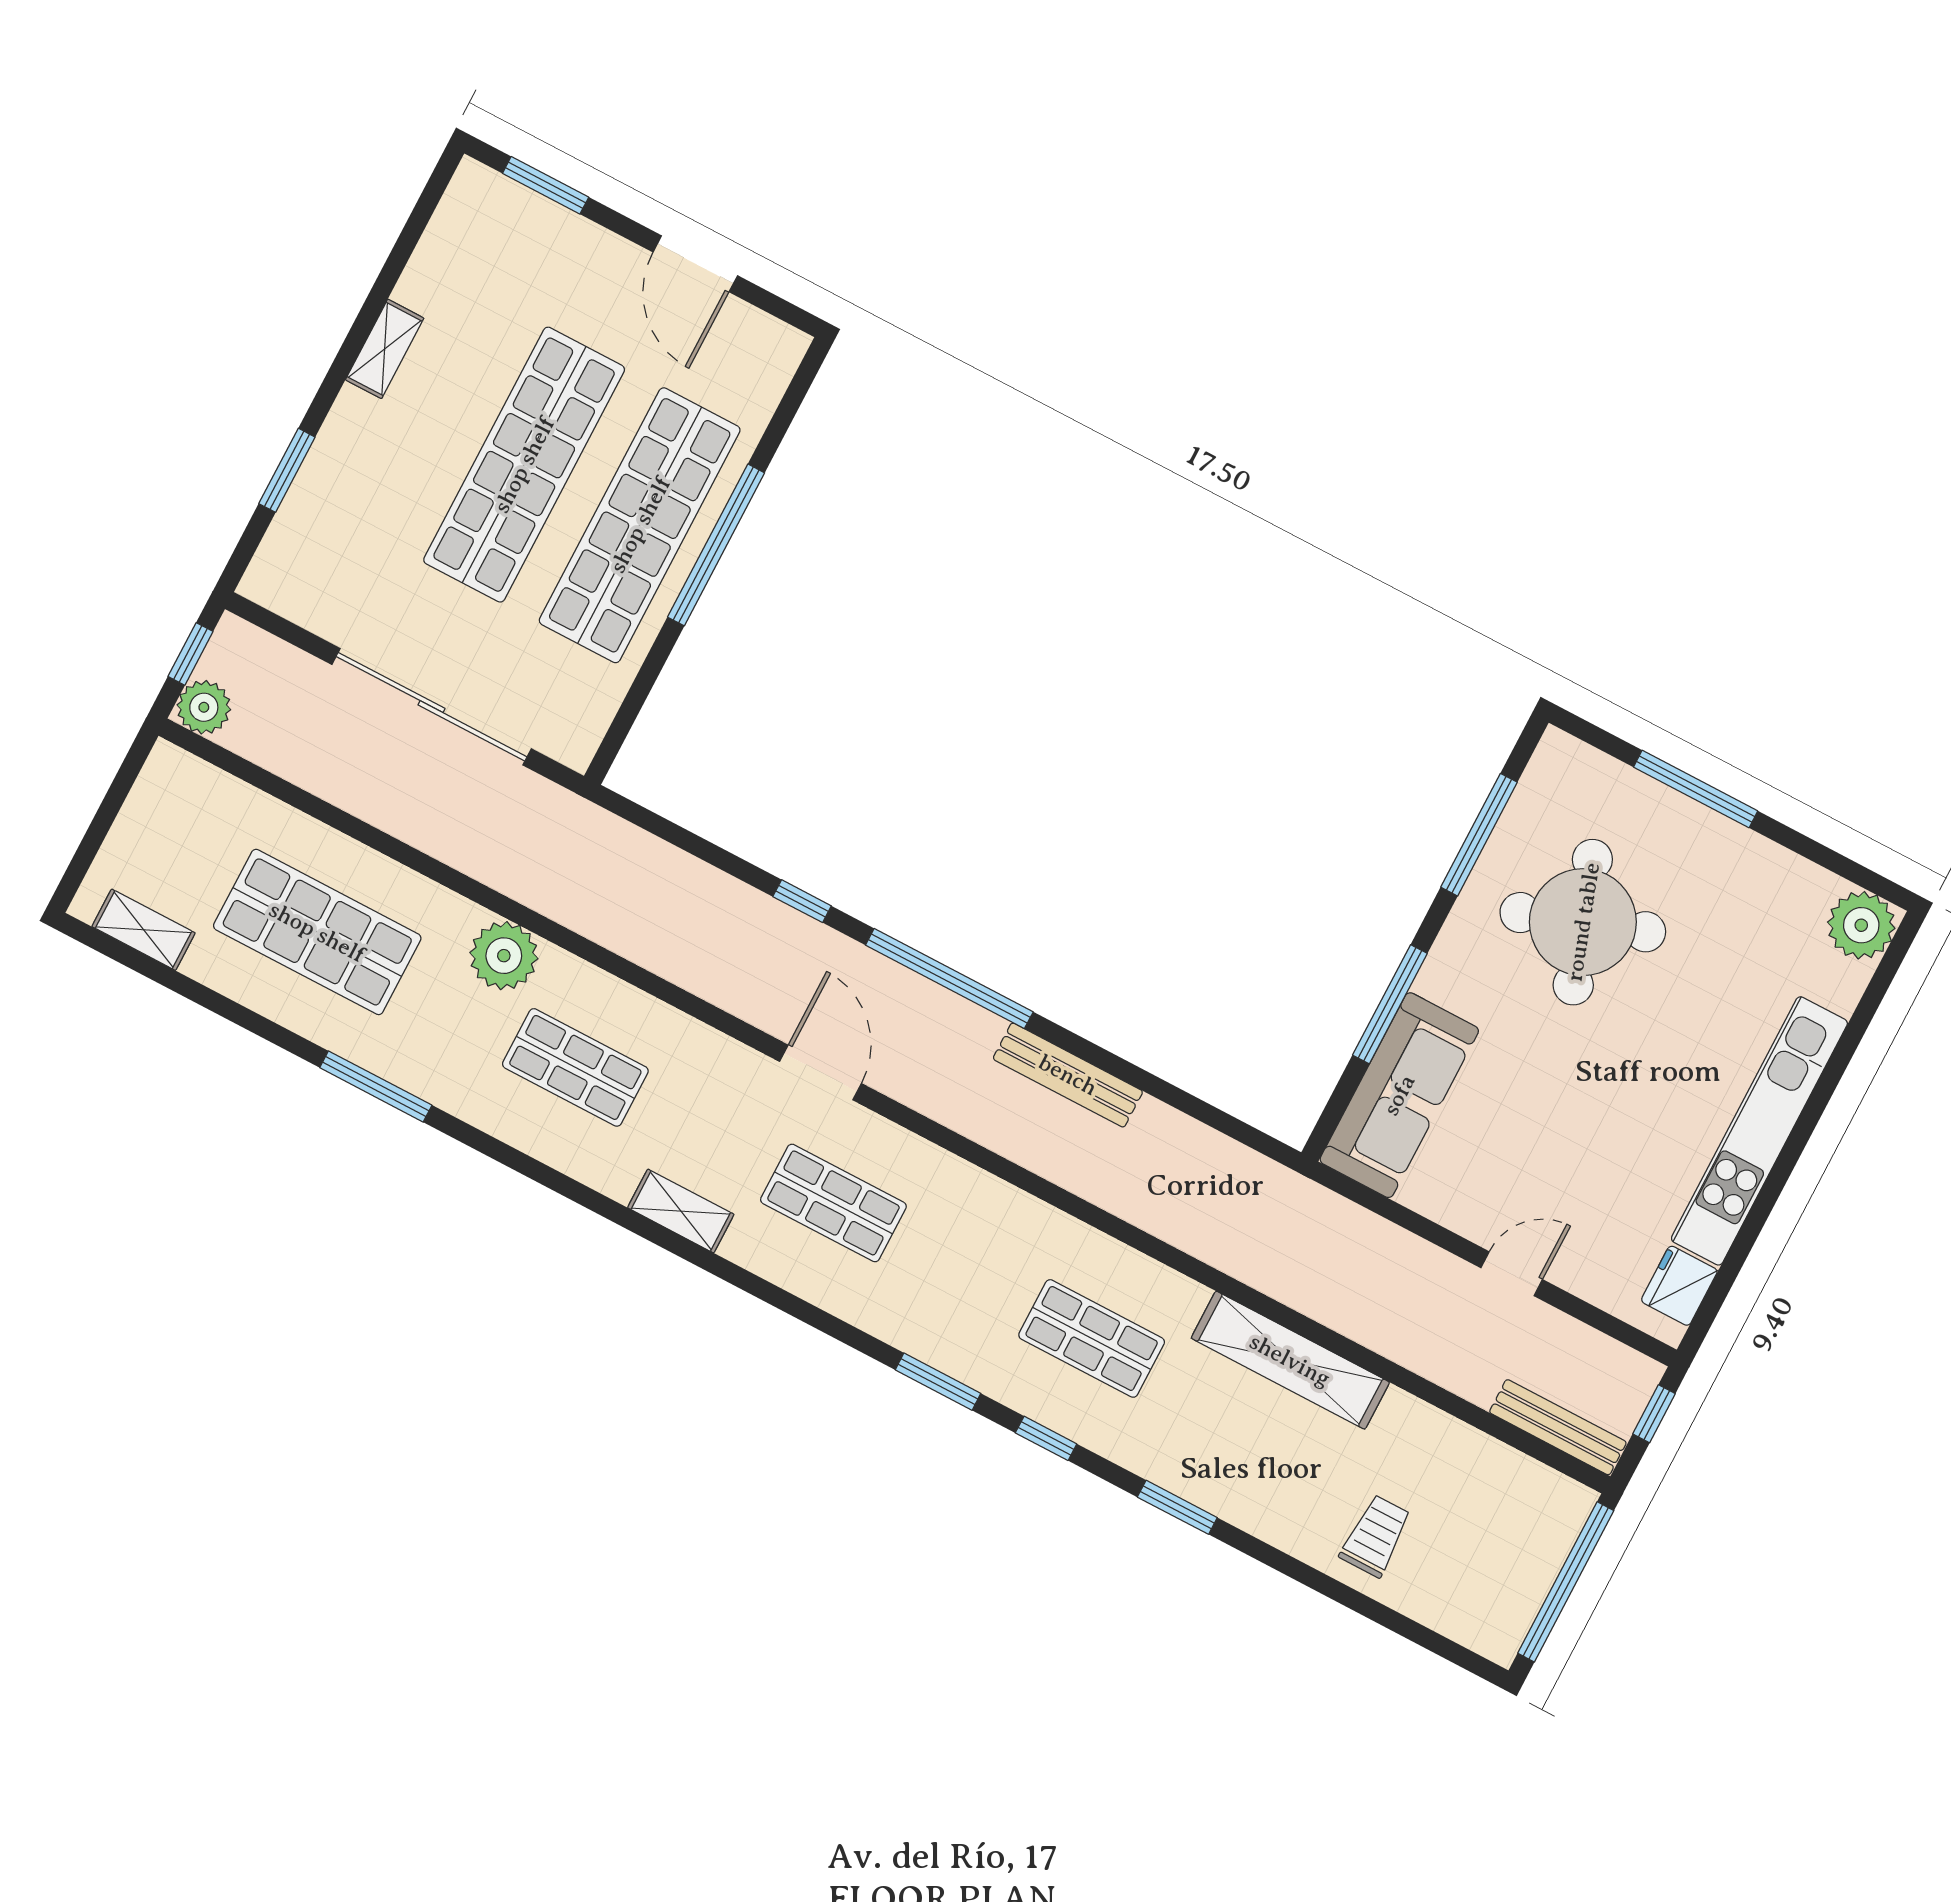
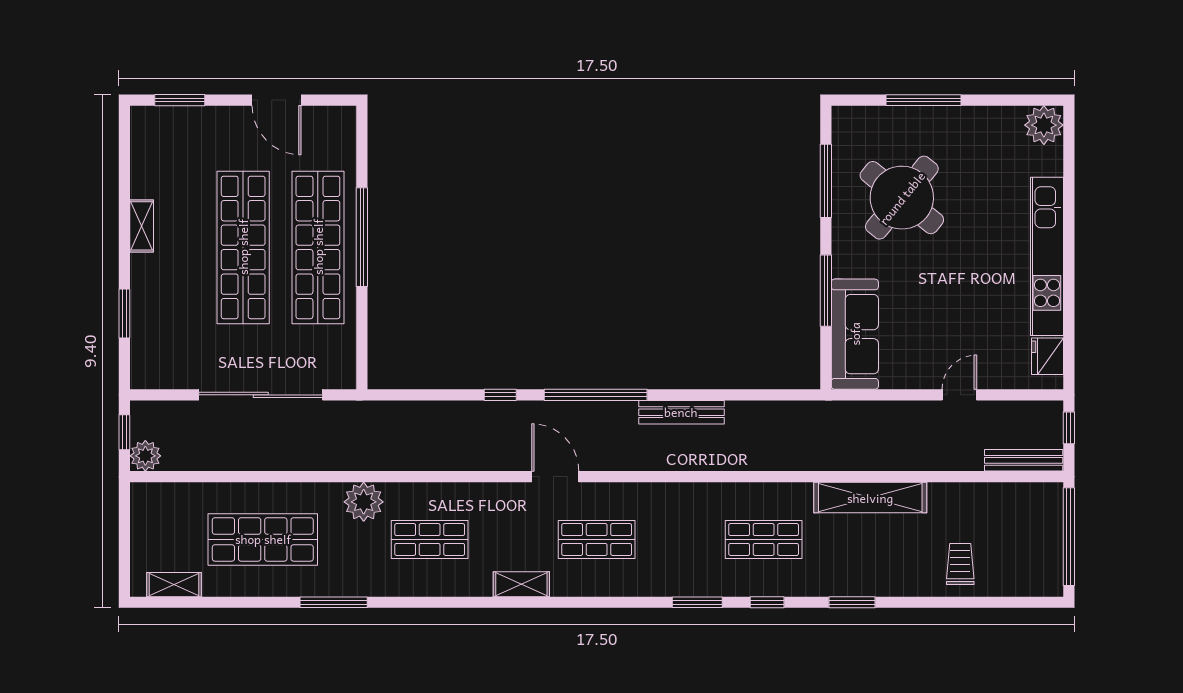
round table: (1583, 922) -> (902, 198), turned -32

